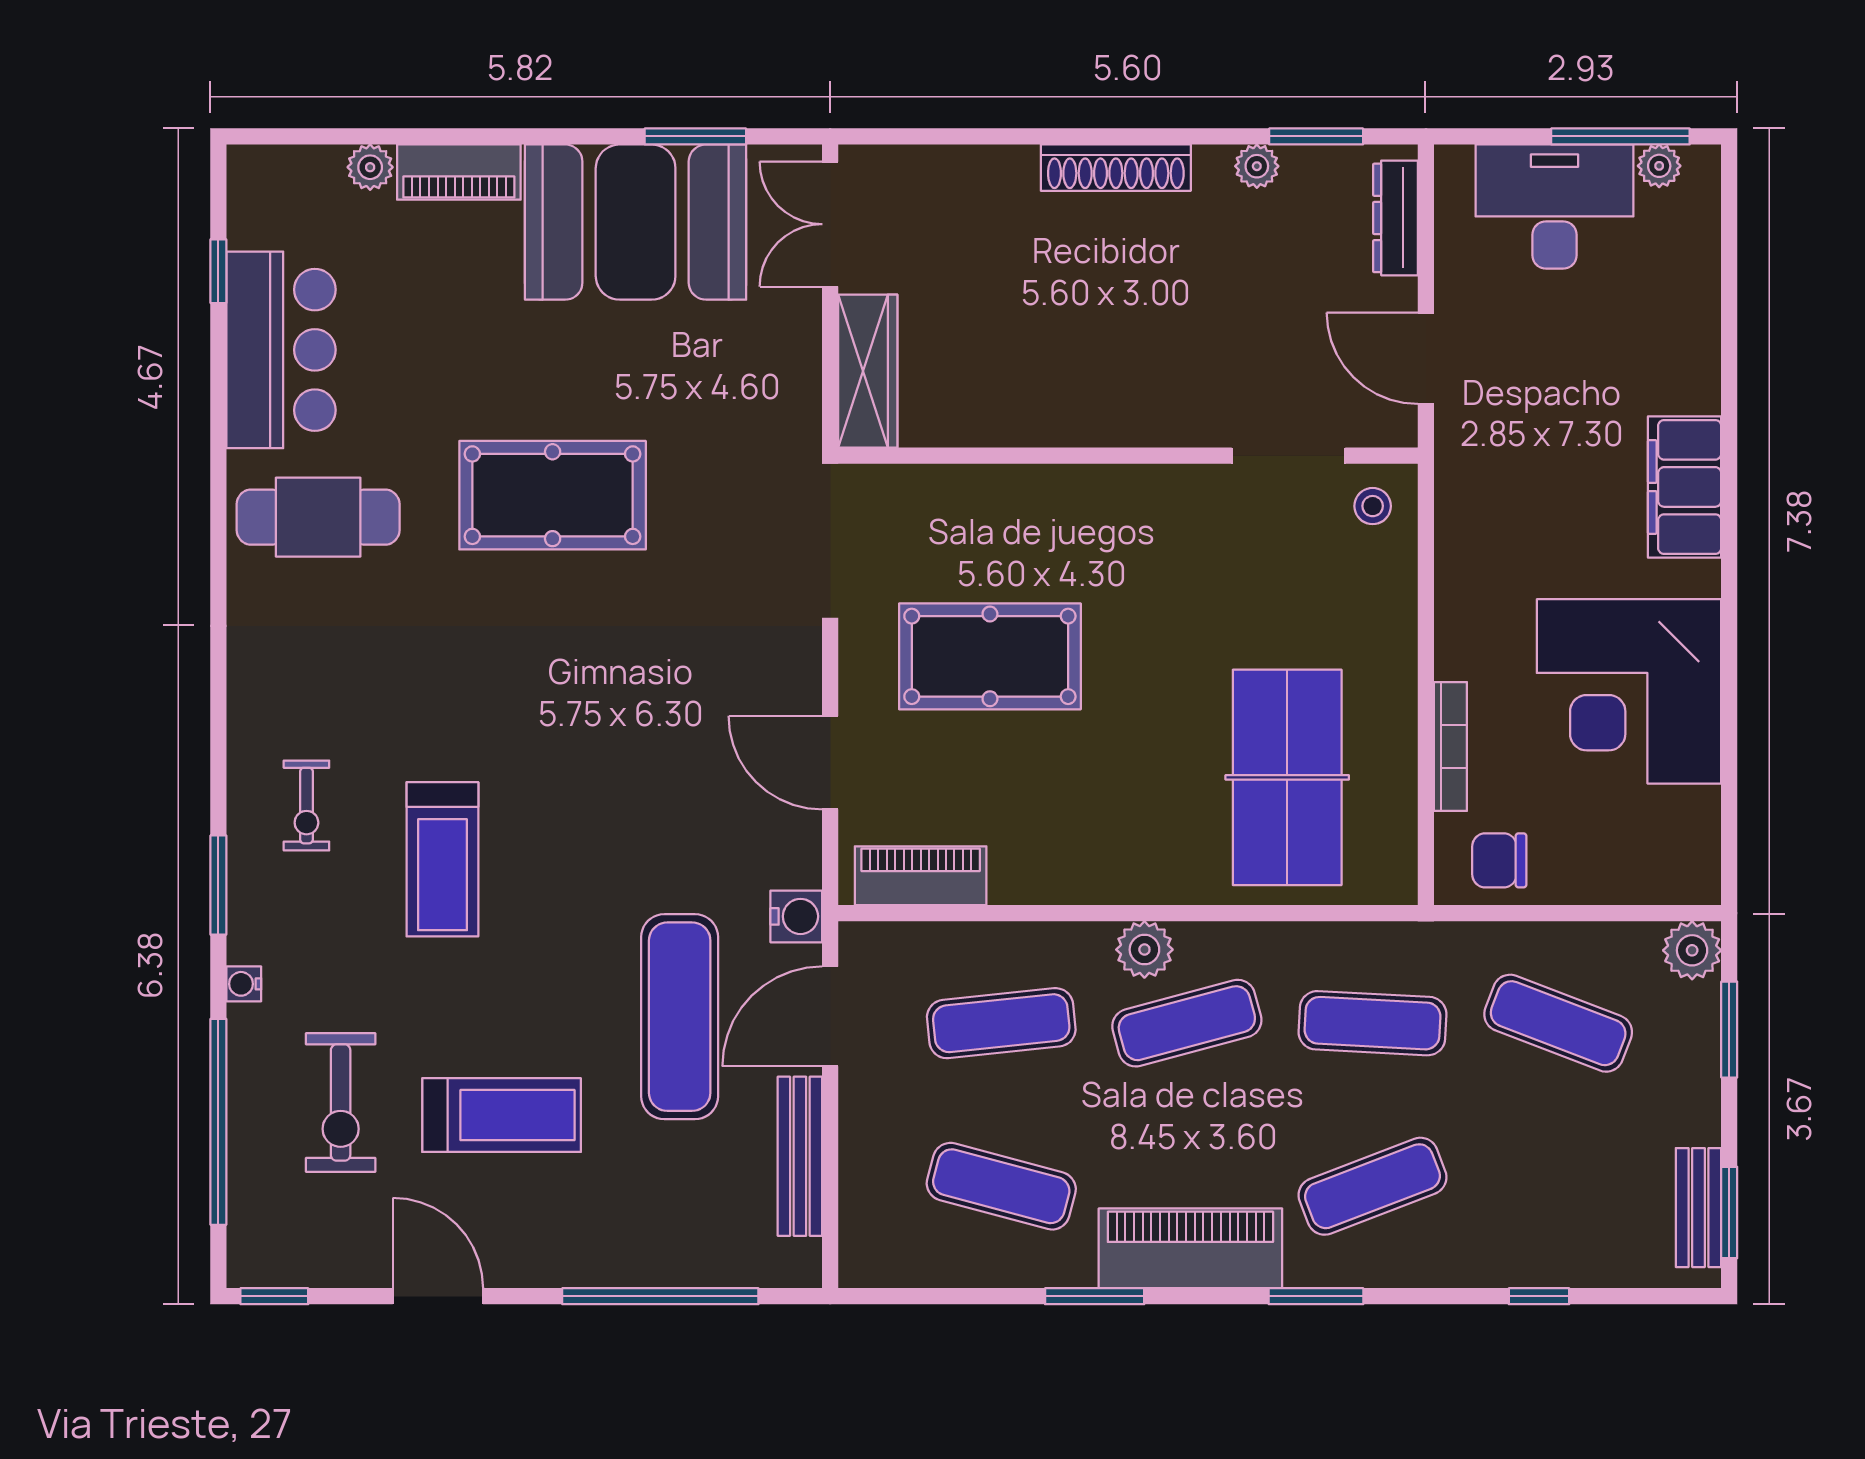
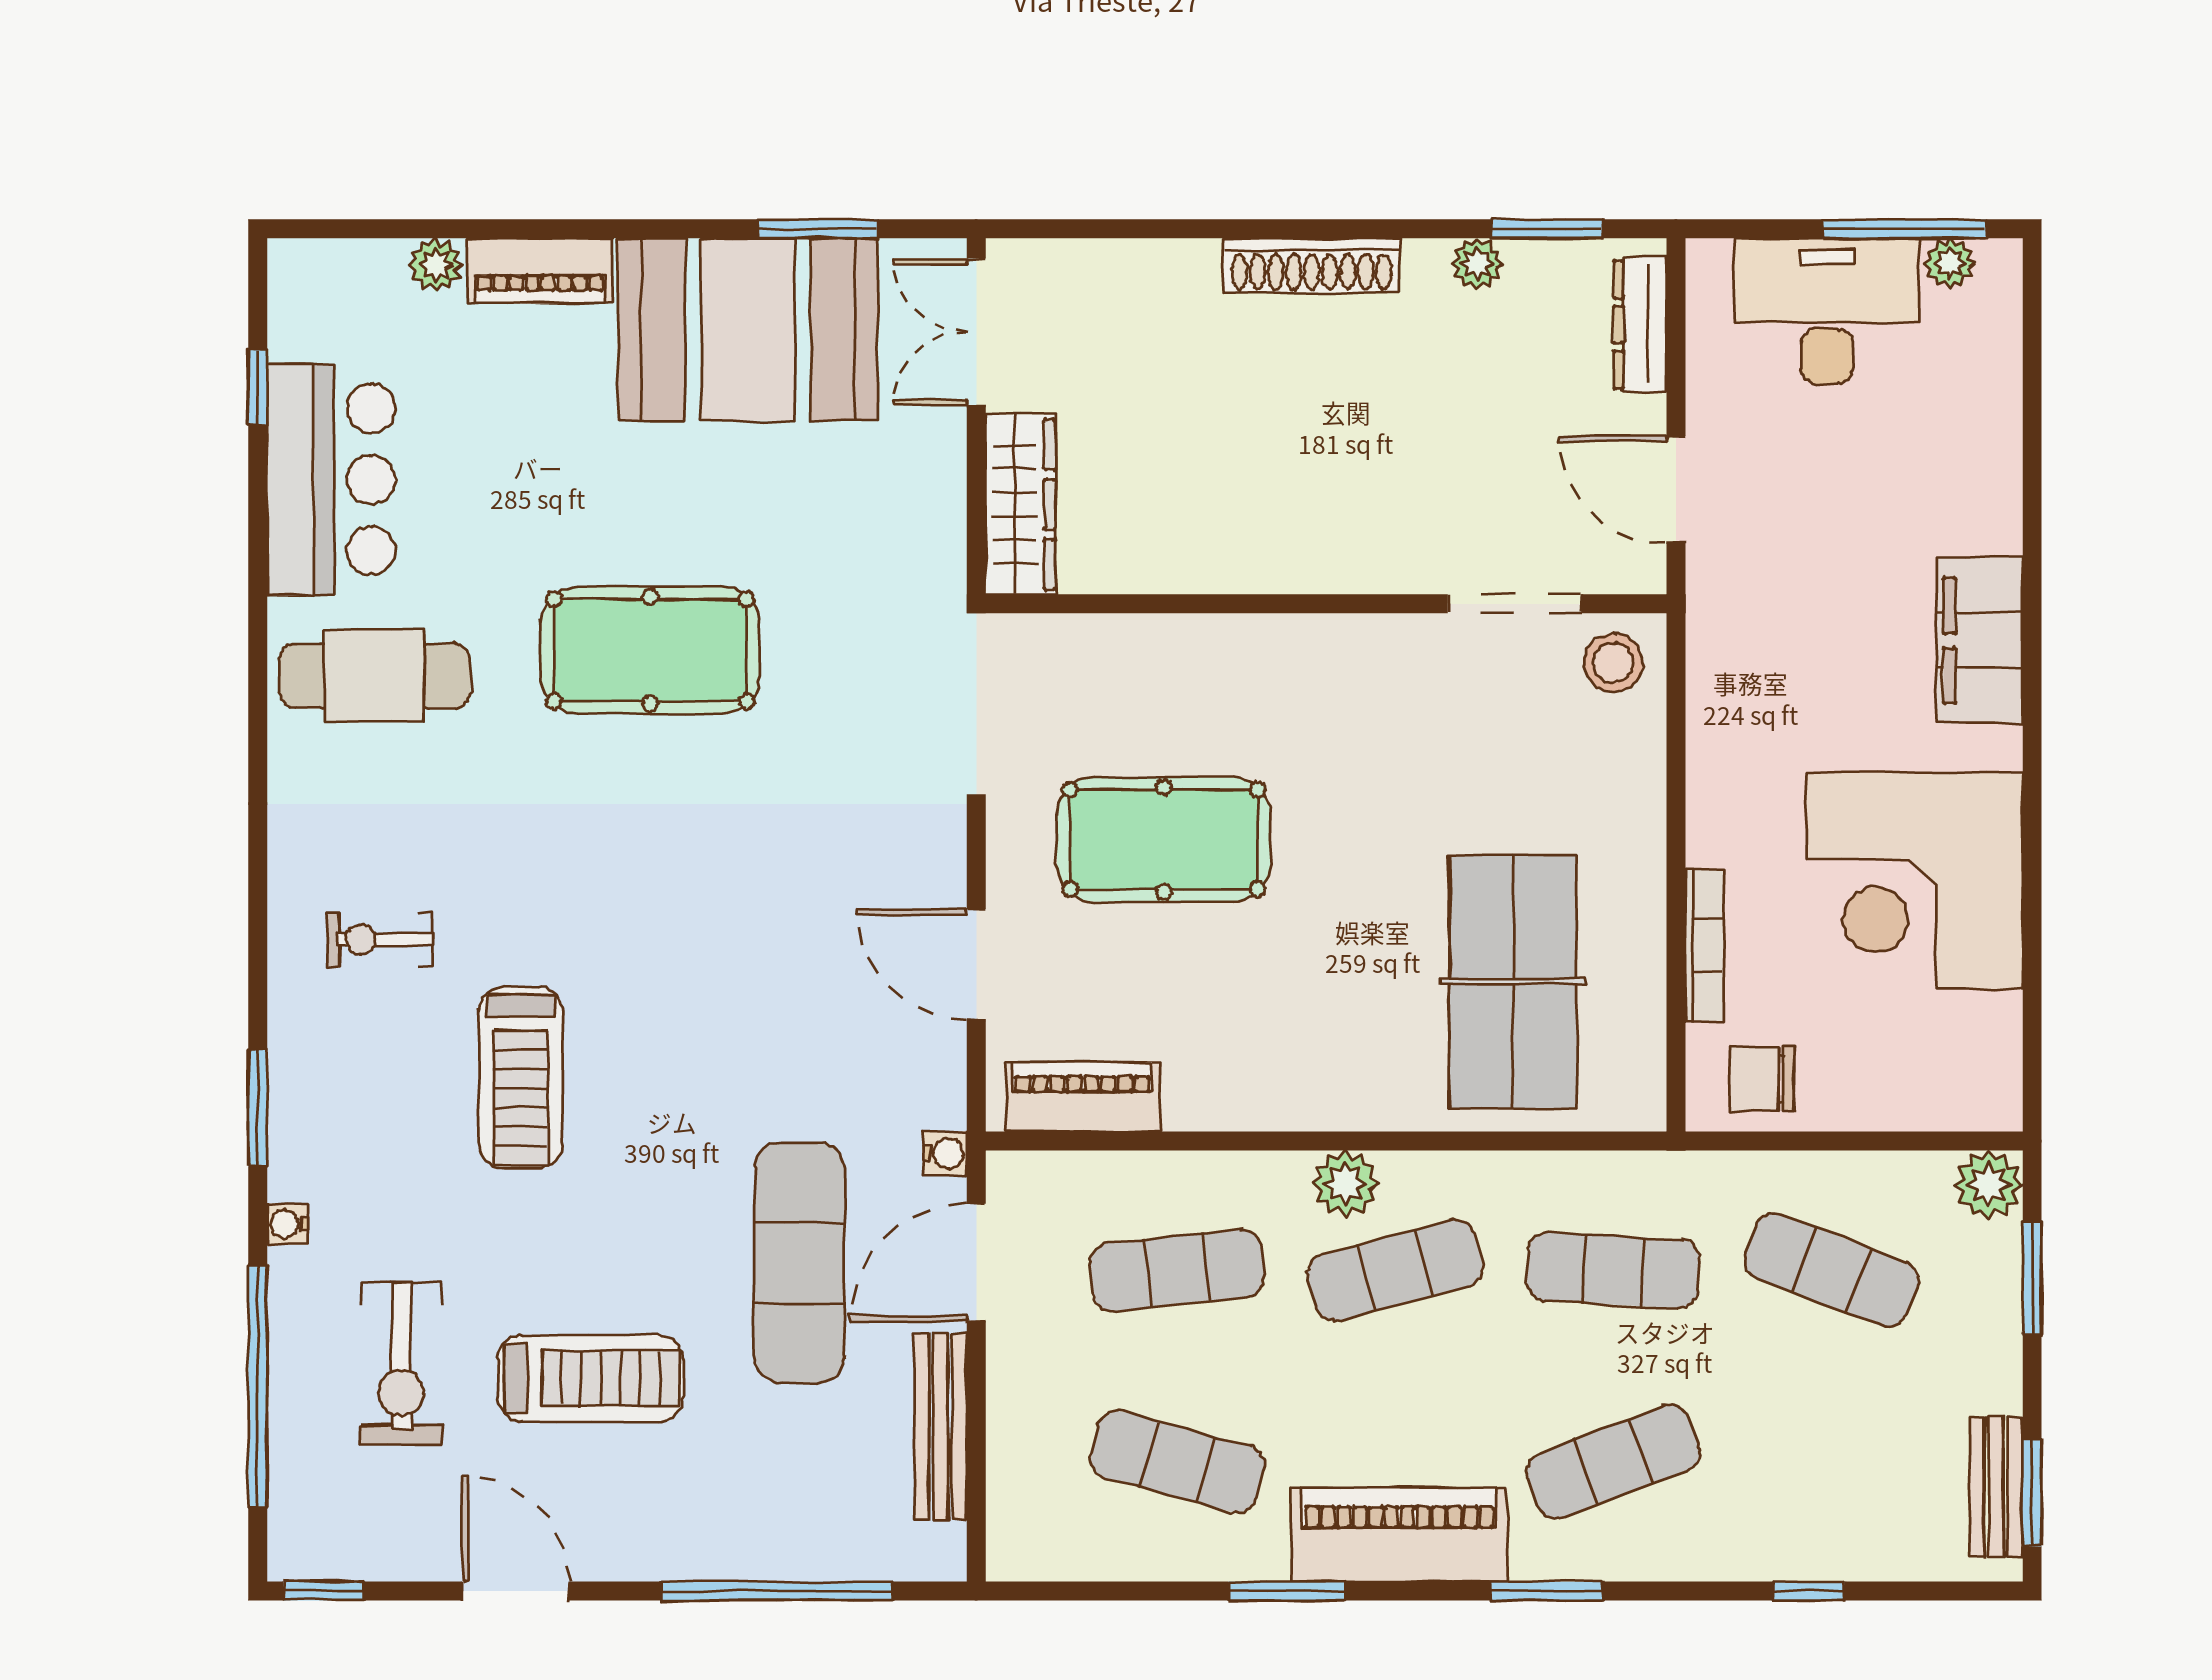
stool: (1373, 506) -> (1613, 663), width x1.37, depth x1.37
exercise bike: (306, 806) -> (380, 940), moved, turned 90
water cooler: (796, 916) -> (945, 1153), width x0.72, depth x0.72

